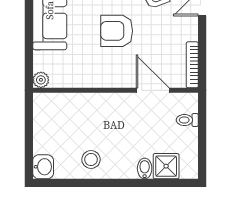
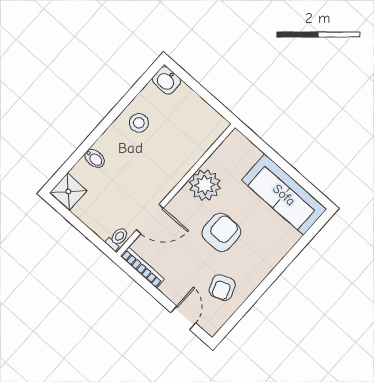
plant: (41, 80) -> (205, 185), moved, width x1.88, depth x1.88
toilet: (187, 120) -> (117, 238), moved
shower: (166, 166) -> (68, 191), moved

